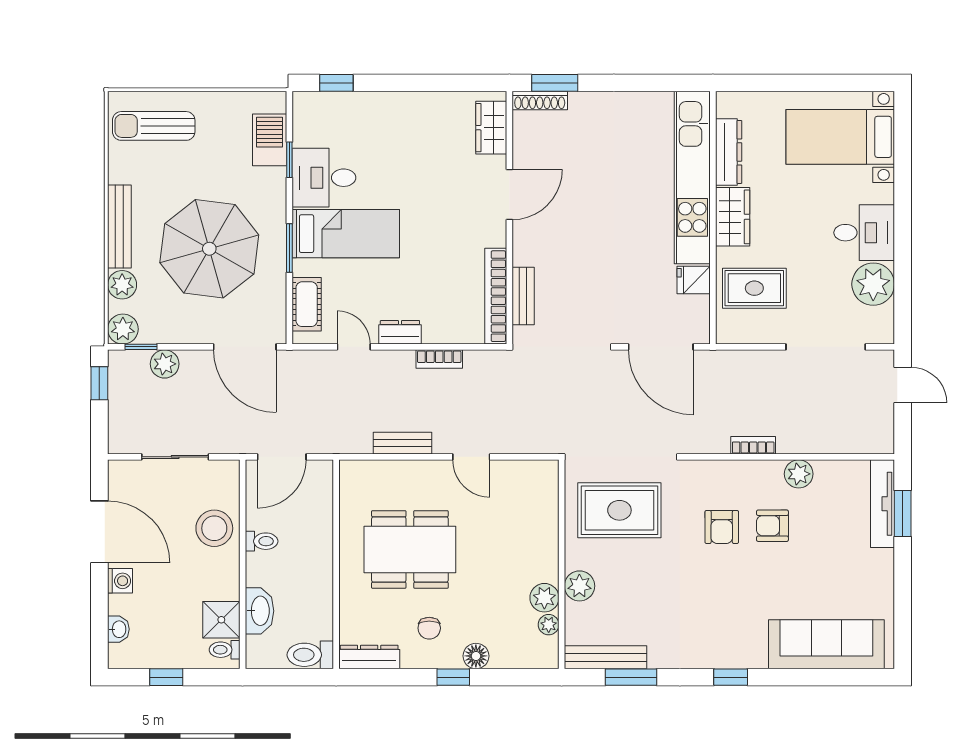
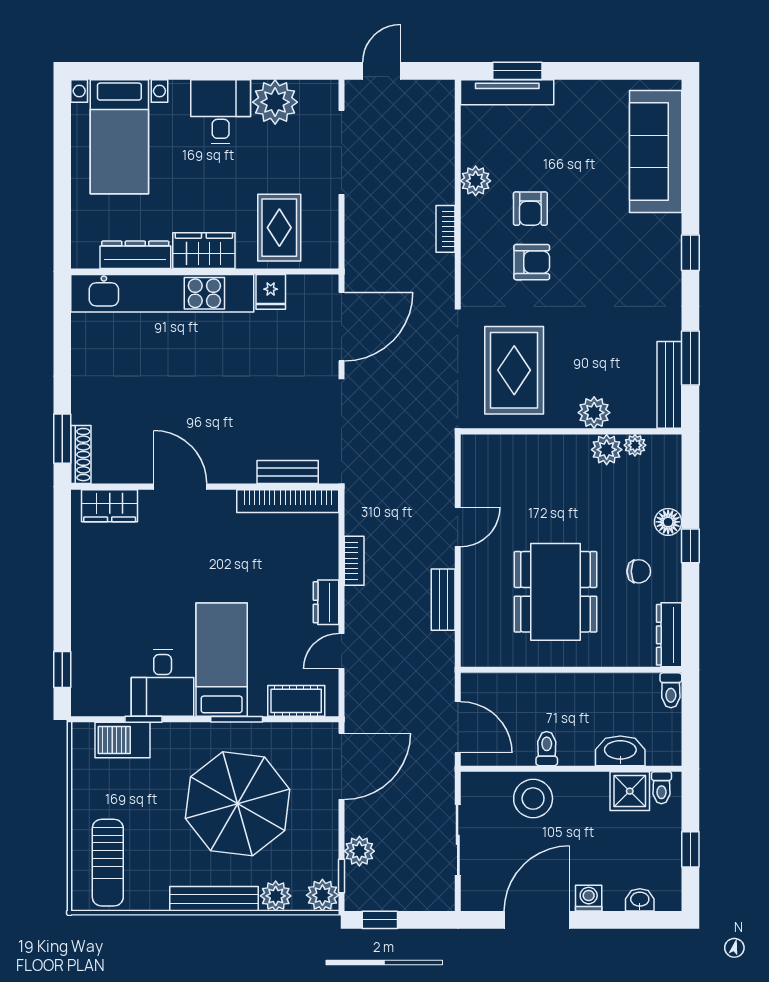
toilet: (310, 655) -> (671, 690), width x0.73, depth x0.72

